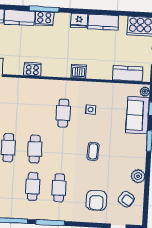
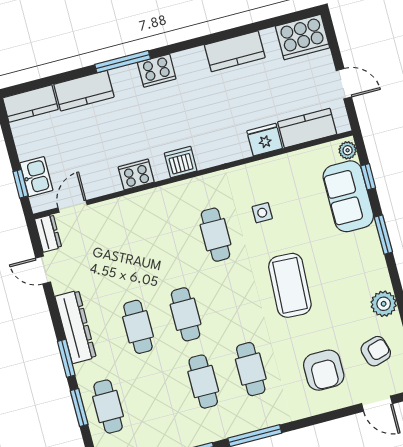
cooker: (44, 18) -> (157, 71), moved
fridge: (79, 20) -> (265, 140), moved, turned 180
dishwasher: (79, 71) -> (181, 162), moved
coffee table: (93, 151) -> (290, 285), width x1.86, depth x1.72
armchair: (126, 199) -> (376, 351), turned -49

